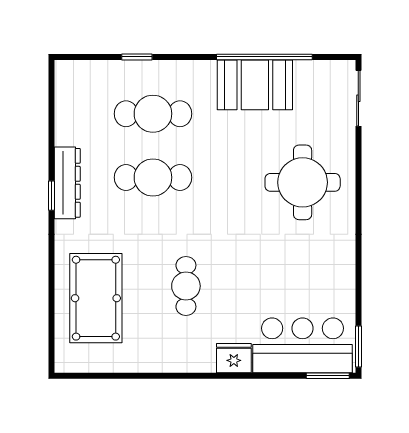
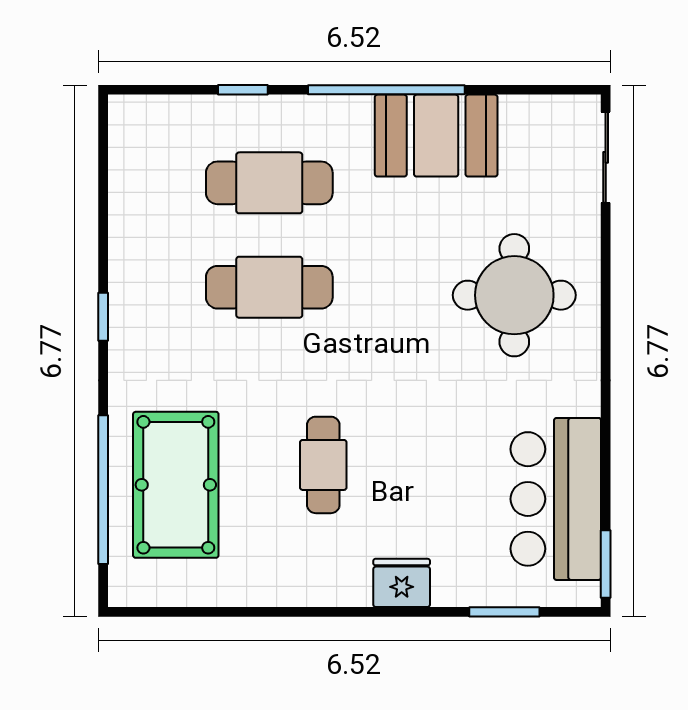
window: (264, 57) -> (386, 90), moved
dresser: (67, 183) -> (129, 296), removed
window: (51, 301) -> (103, 490), added
bar counter: (303, 345) -> (556, 499), moved, turned -90
window: (328, 376) -> (504, 612), moved

